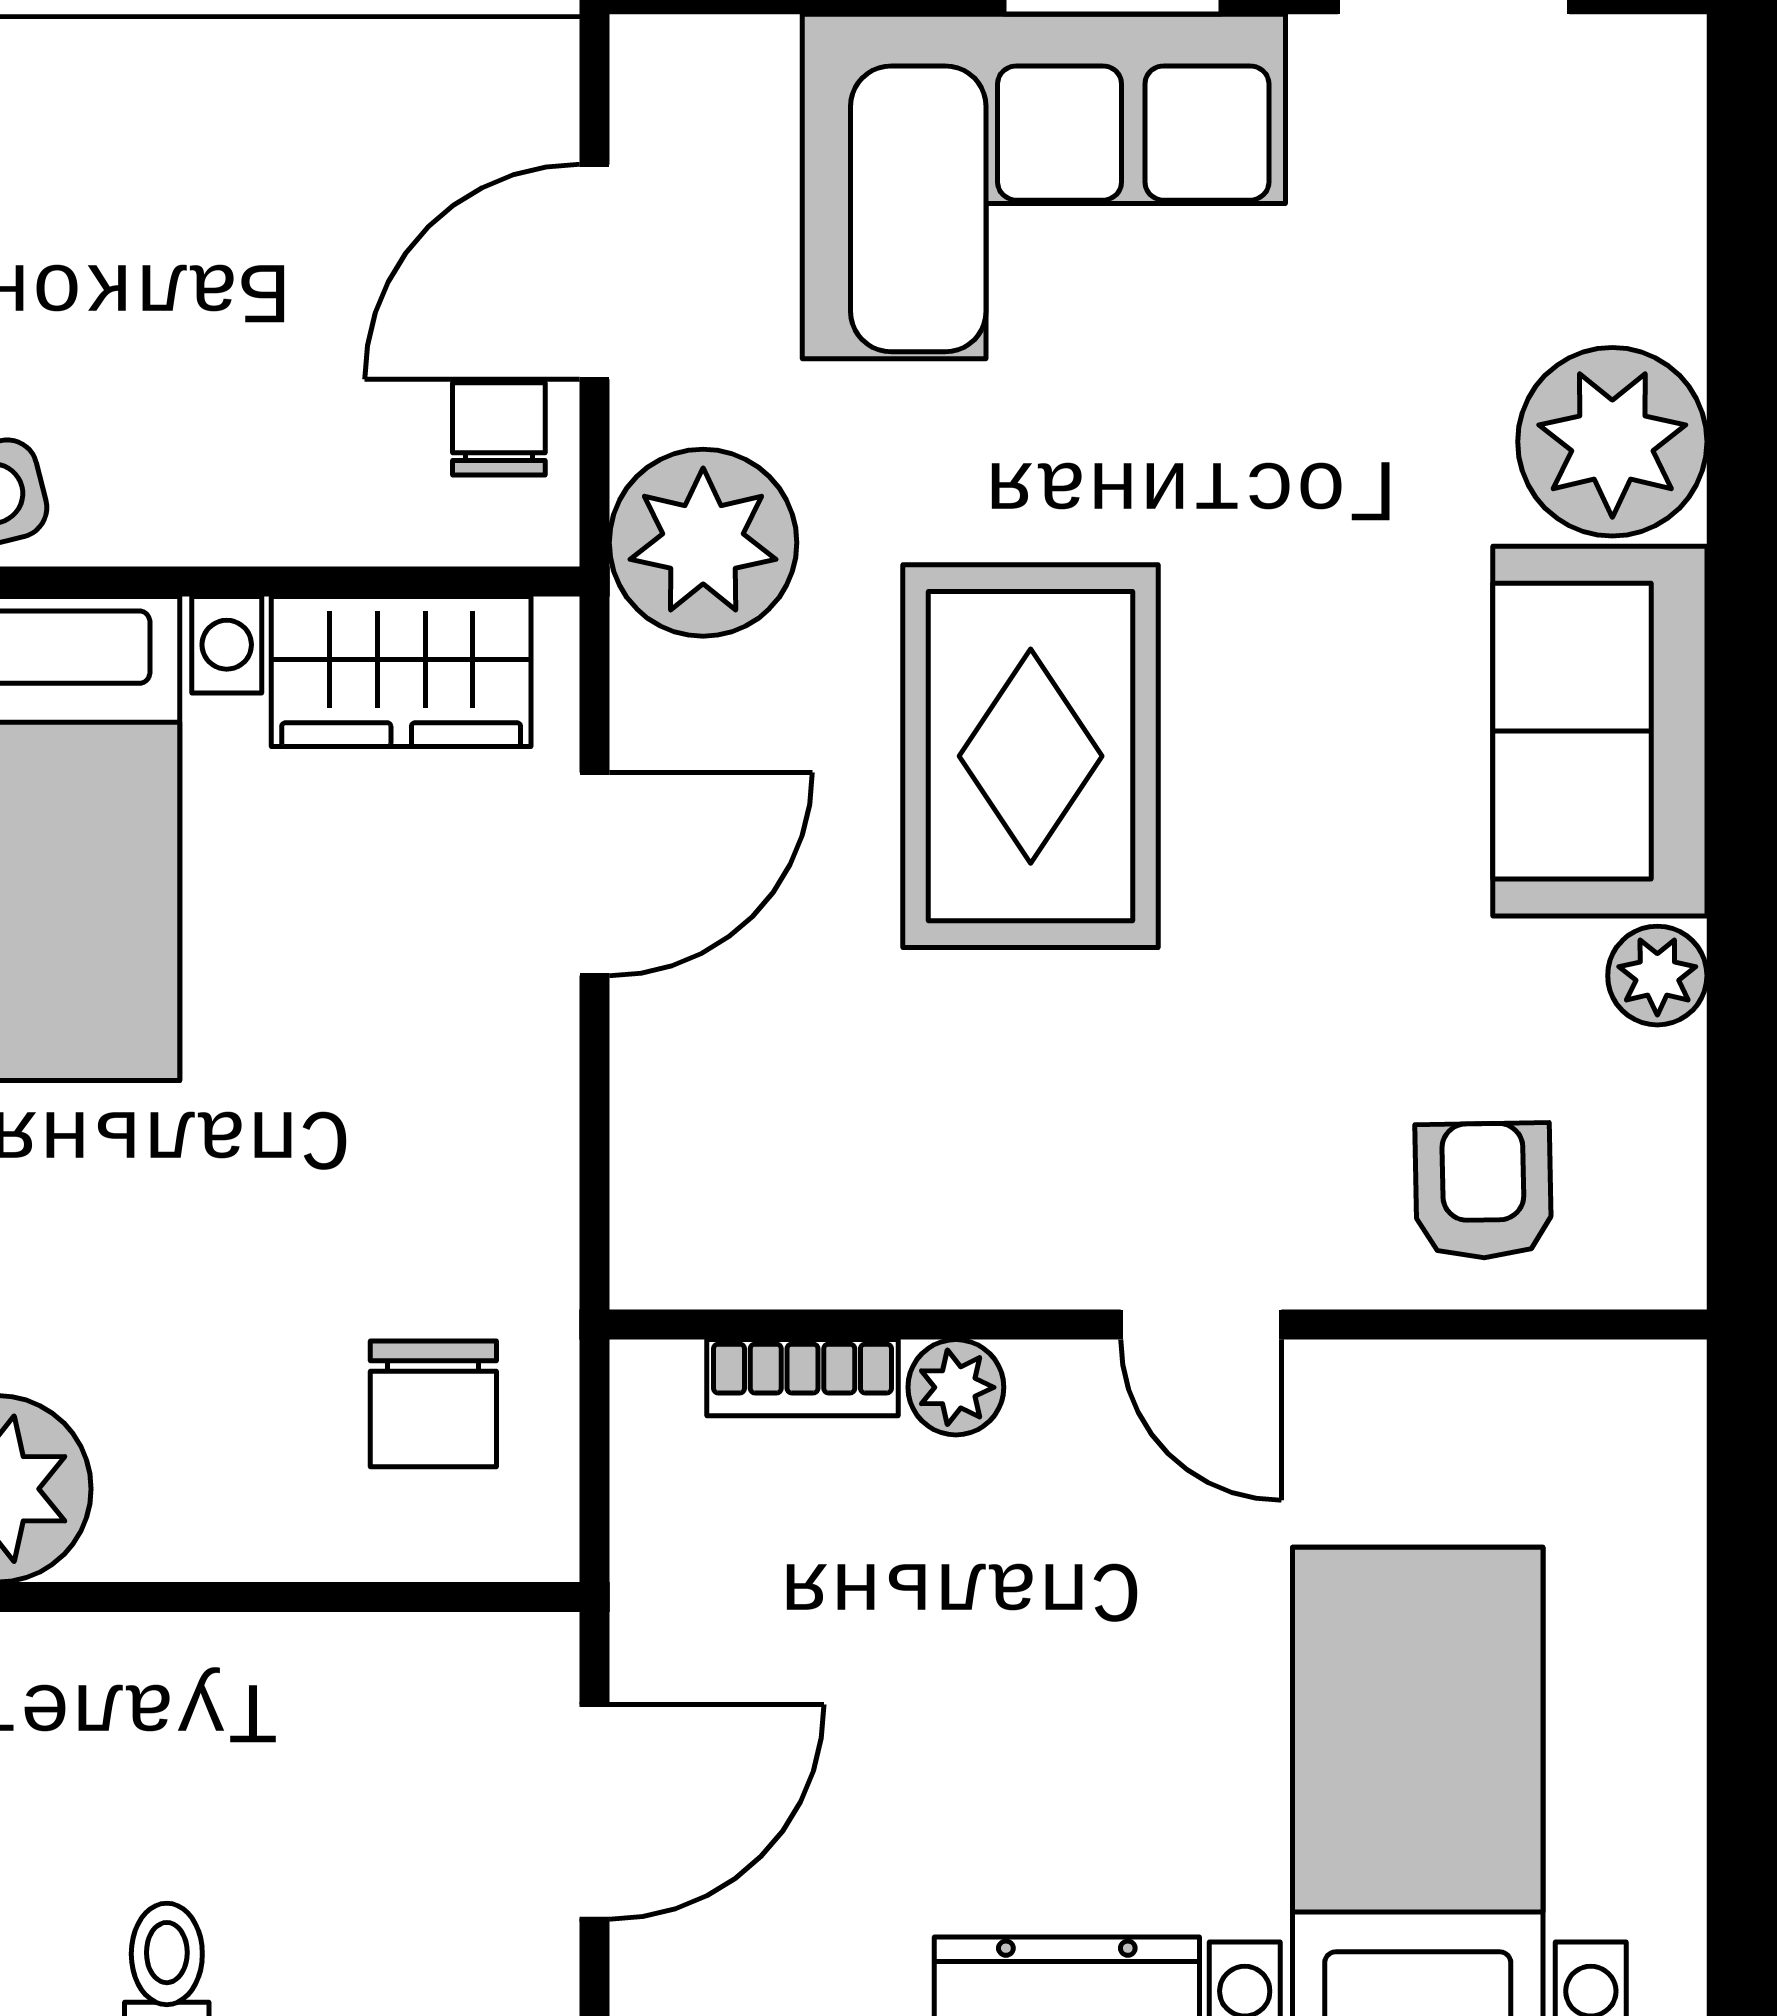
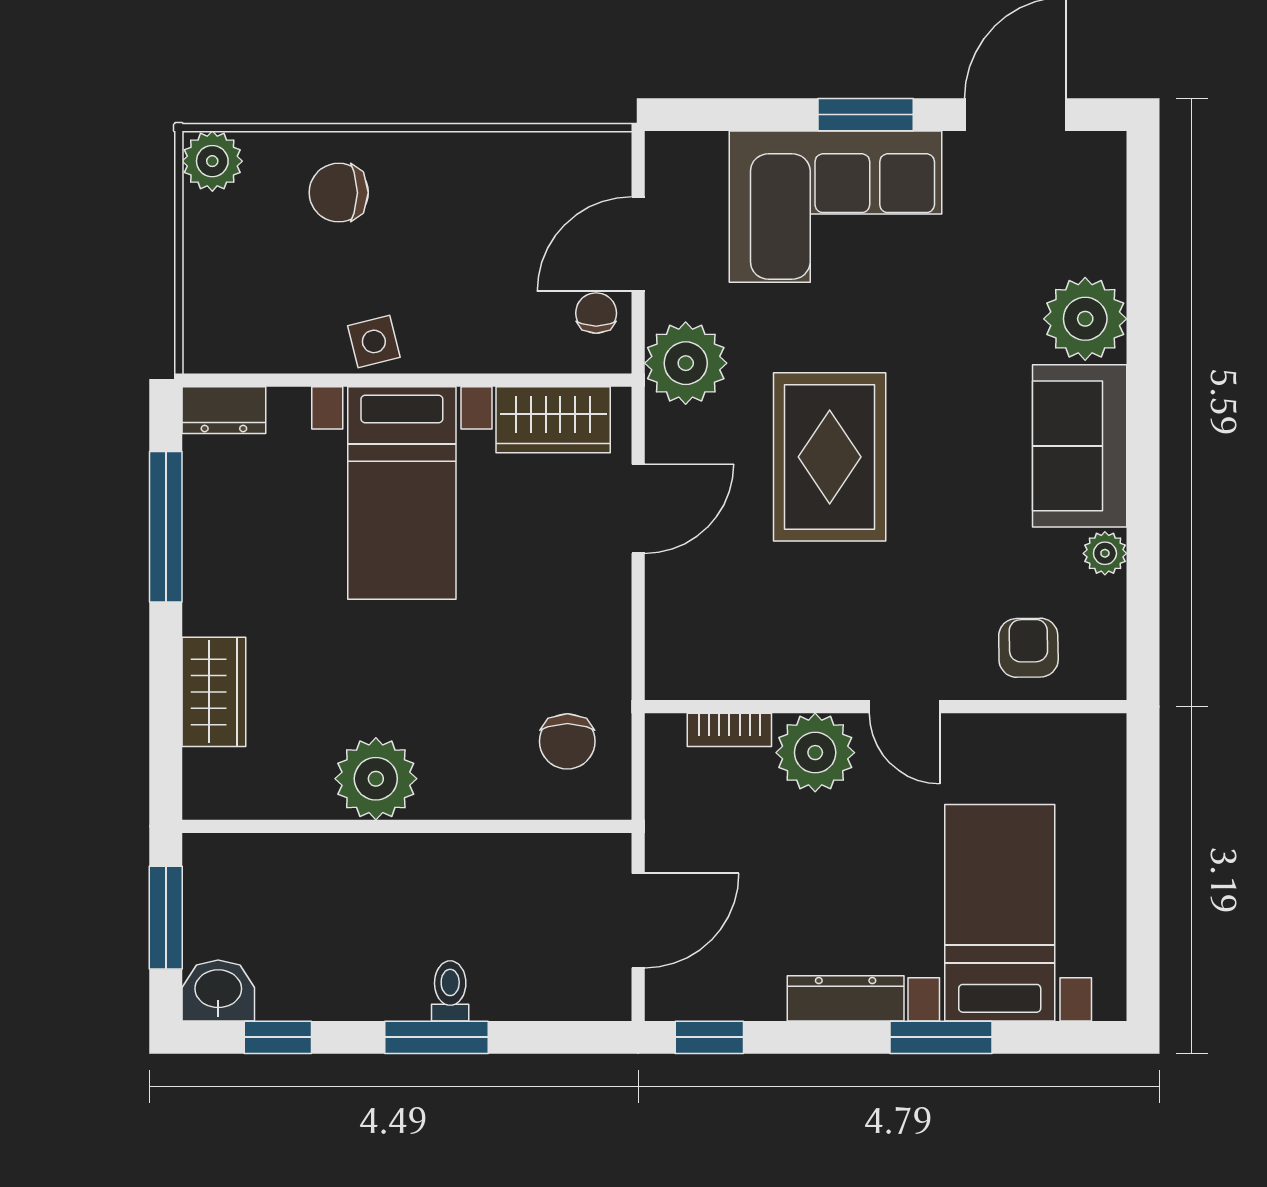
plant: (956, 1387) -> (815, 753), width x1.88, depth x1.88

